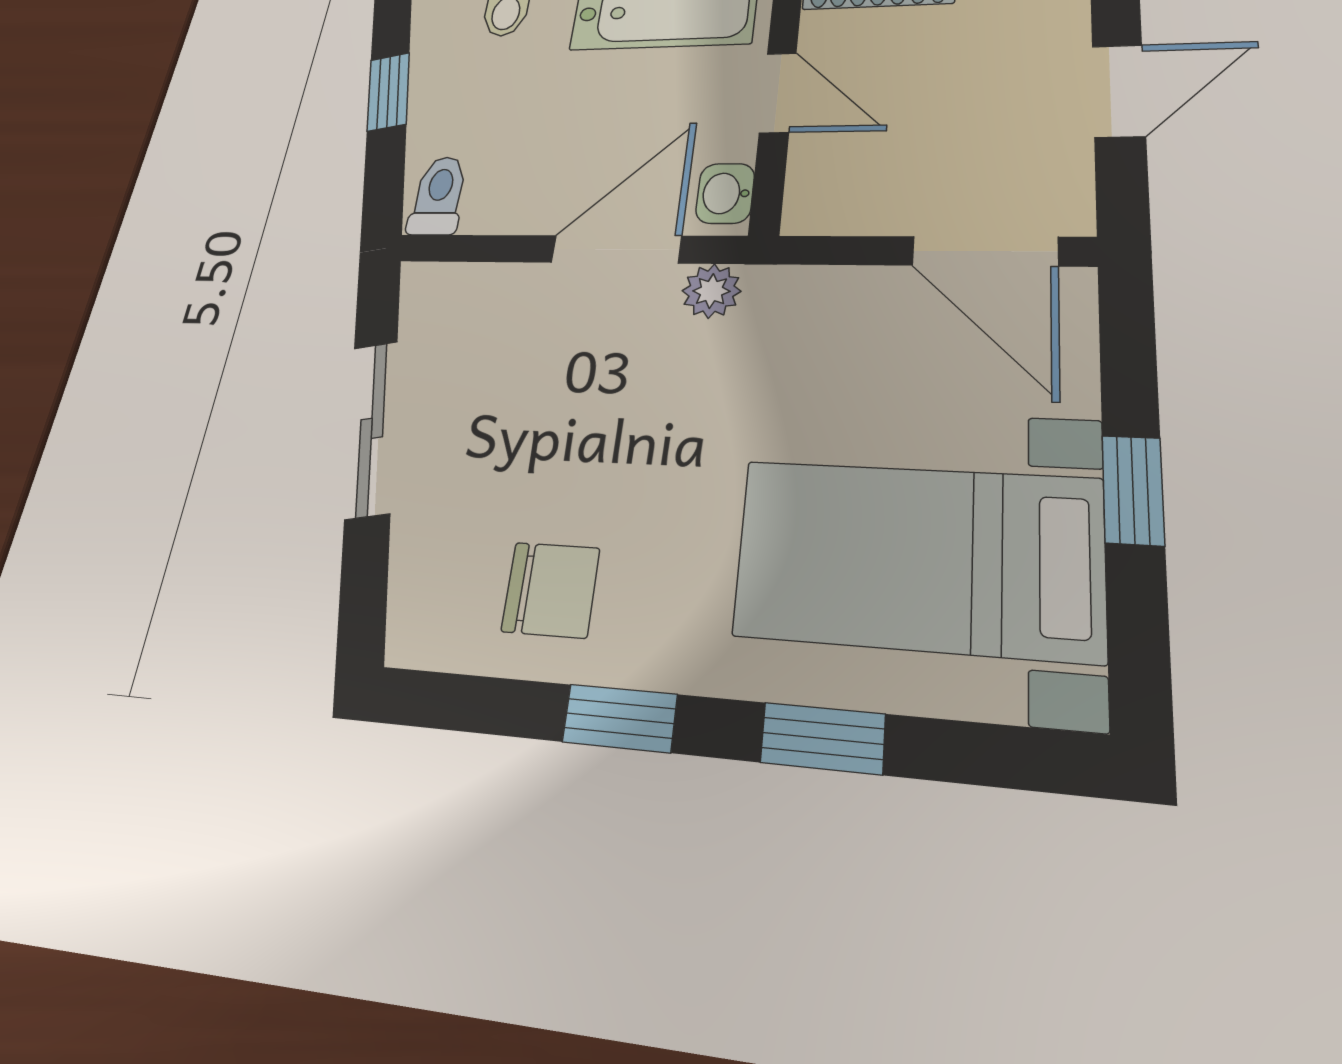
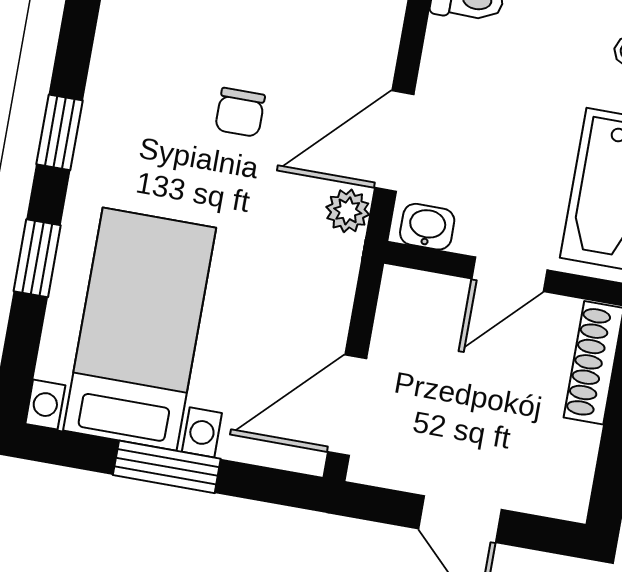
door: (616, 249) -> (394, 141), swing flipped
window: (1133, 490) -> (167, 467), width x1.50
chair: (551, 590) -> (240, 112), moved, width x0.73, depth x0.73

